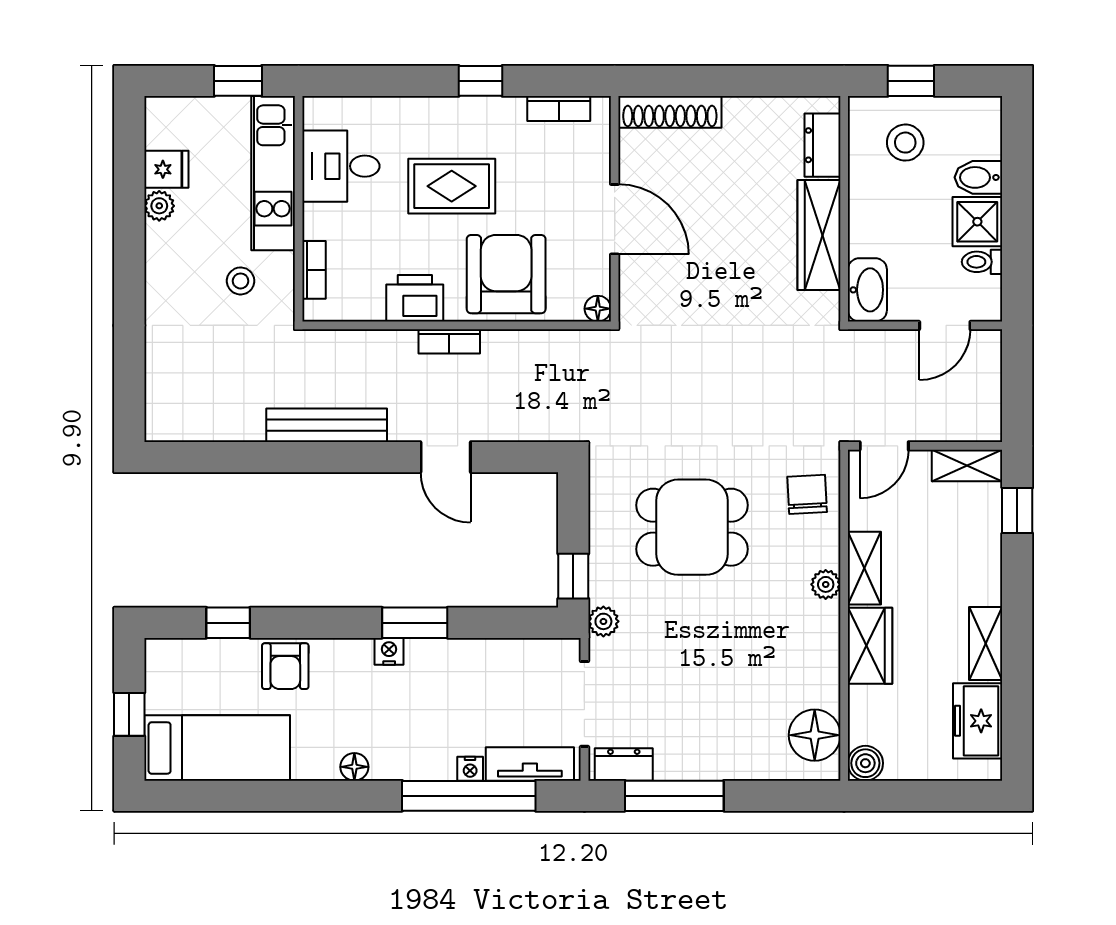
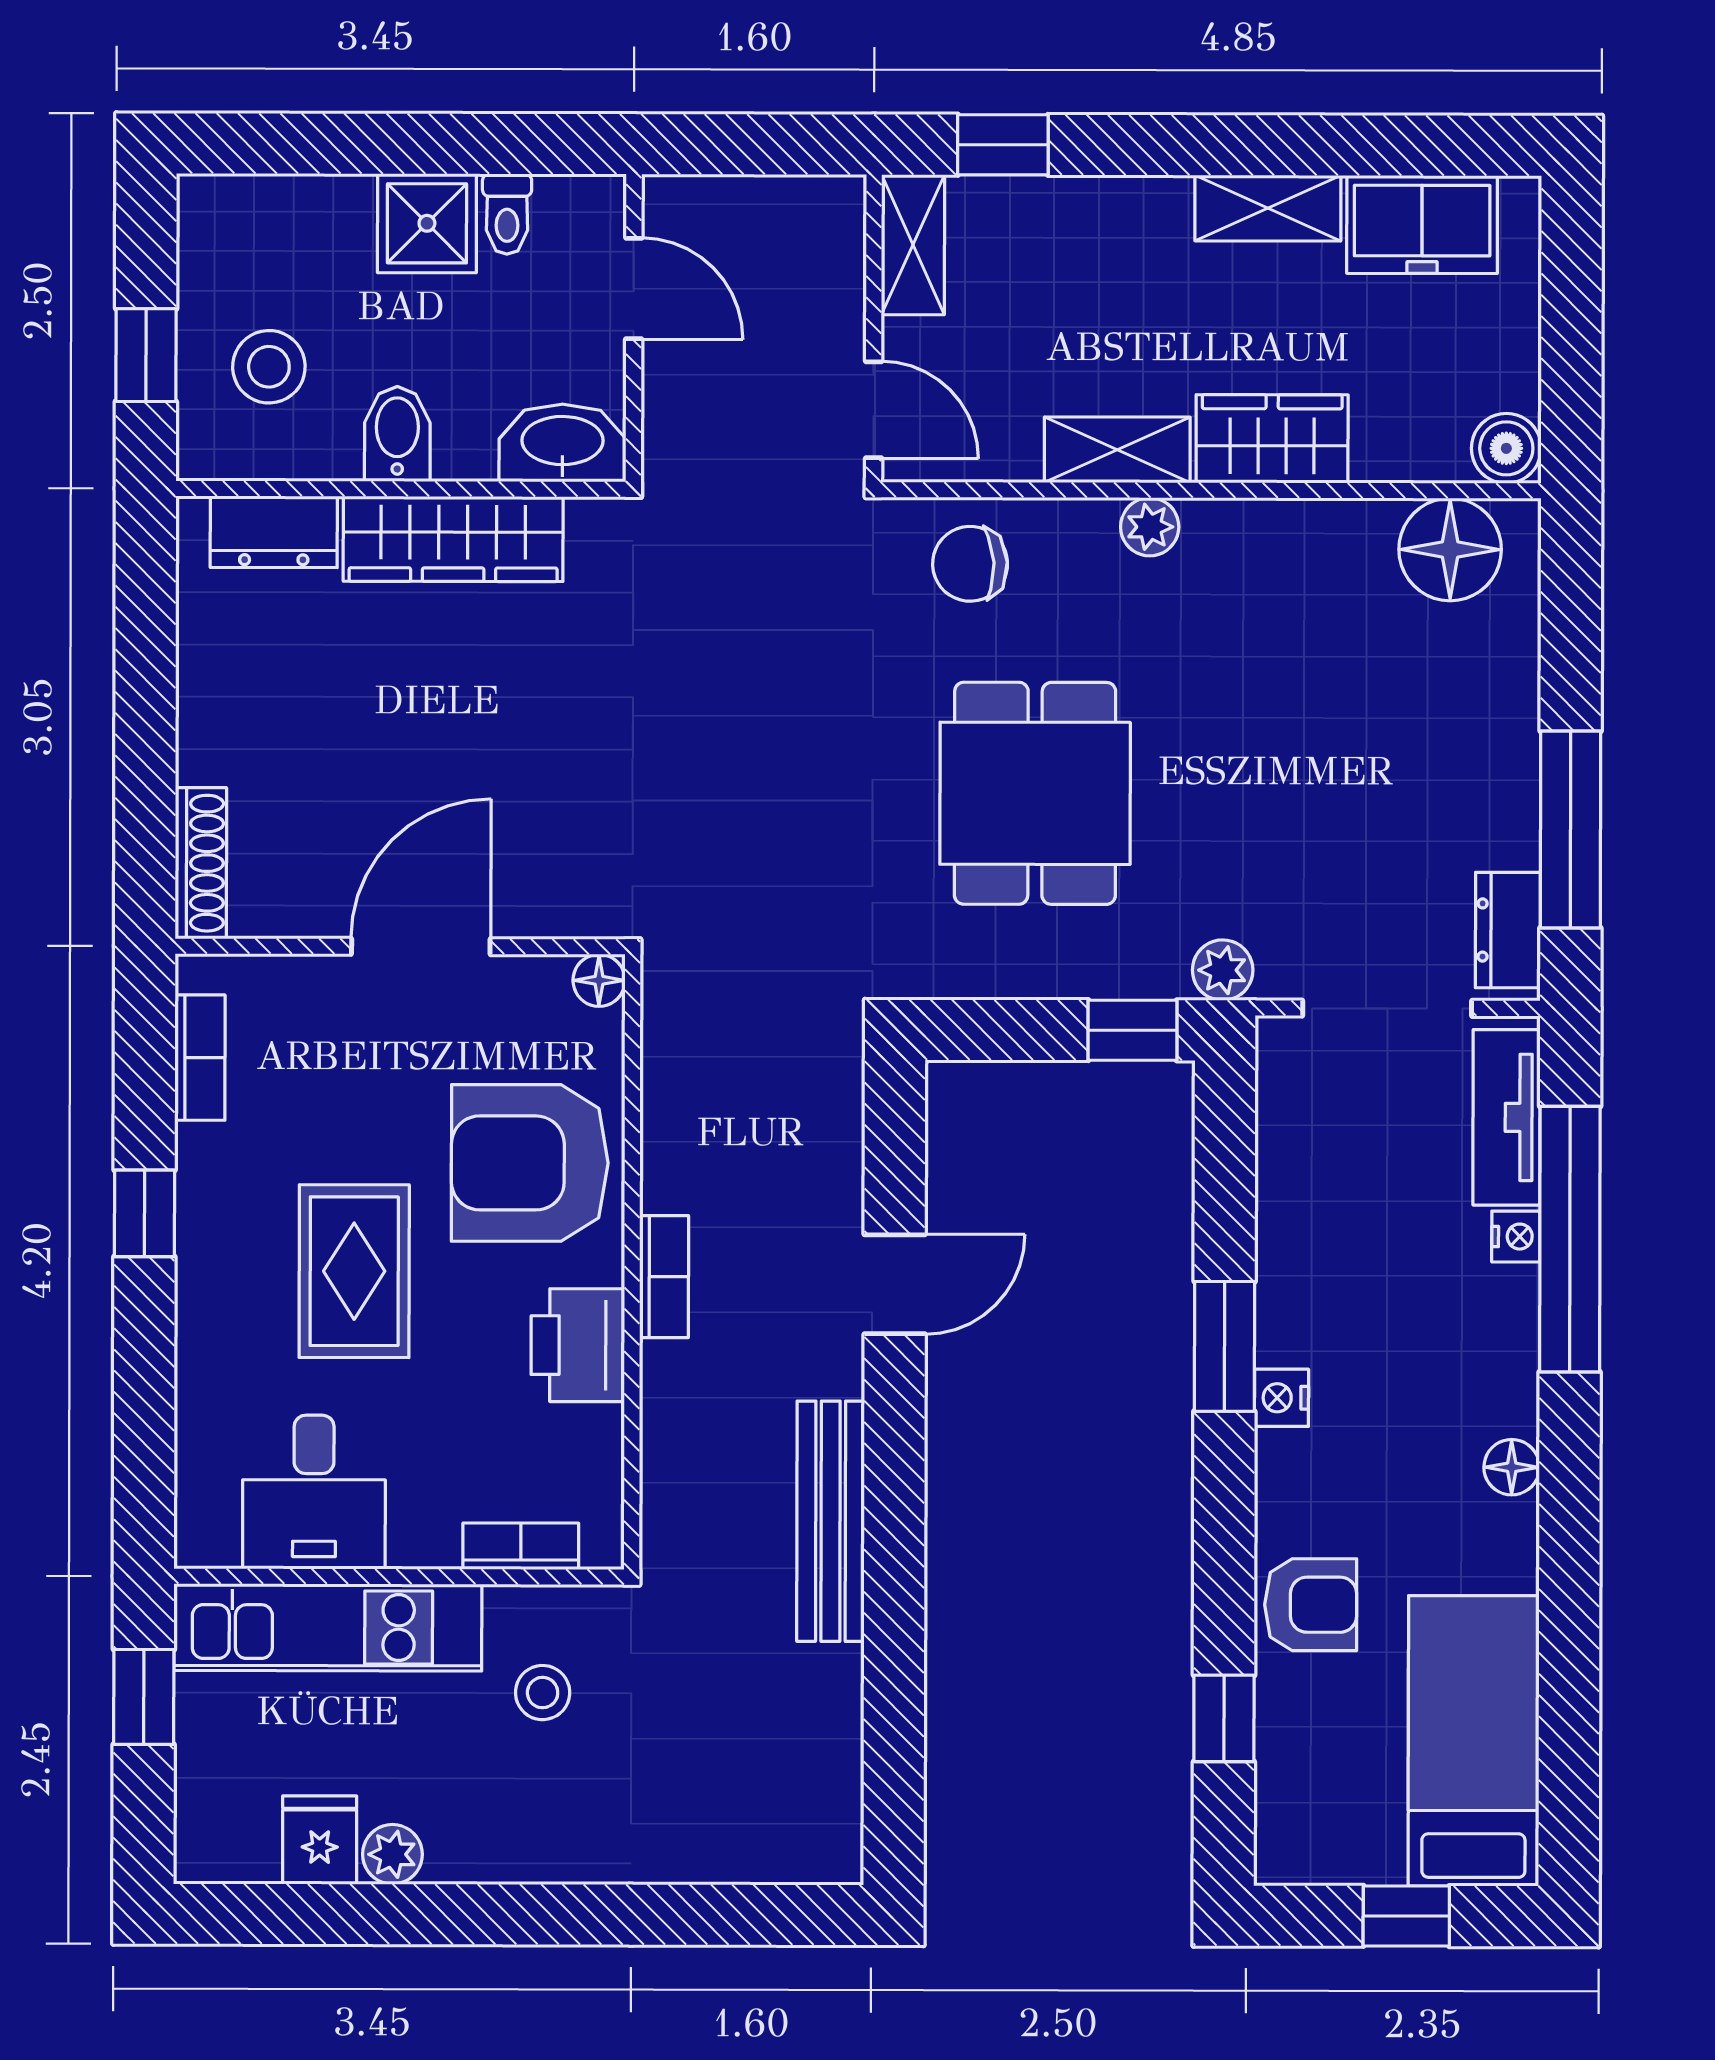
shoe rack: (670, 112) -> (201, 863), width x0.74, depth x0.81
bidet: (978, 177) -> (397, 434), moved, turned 180

